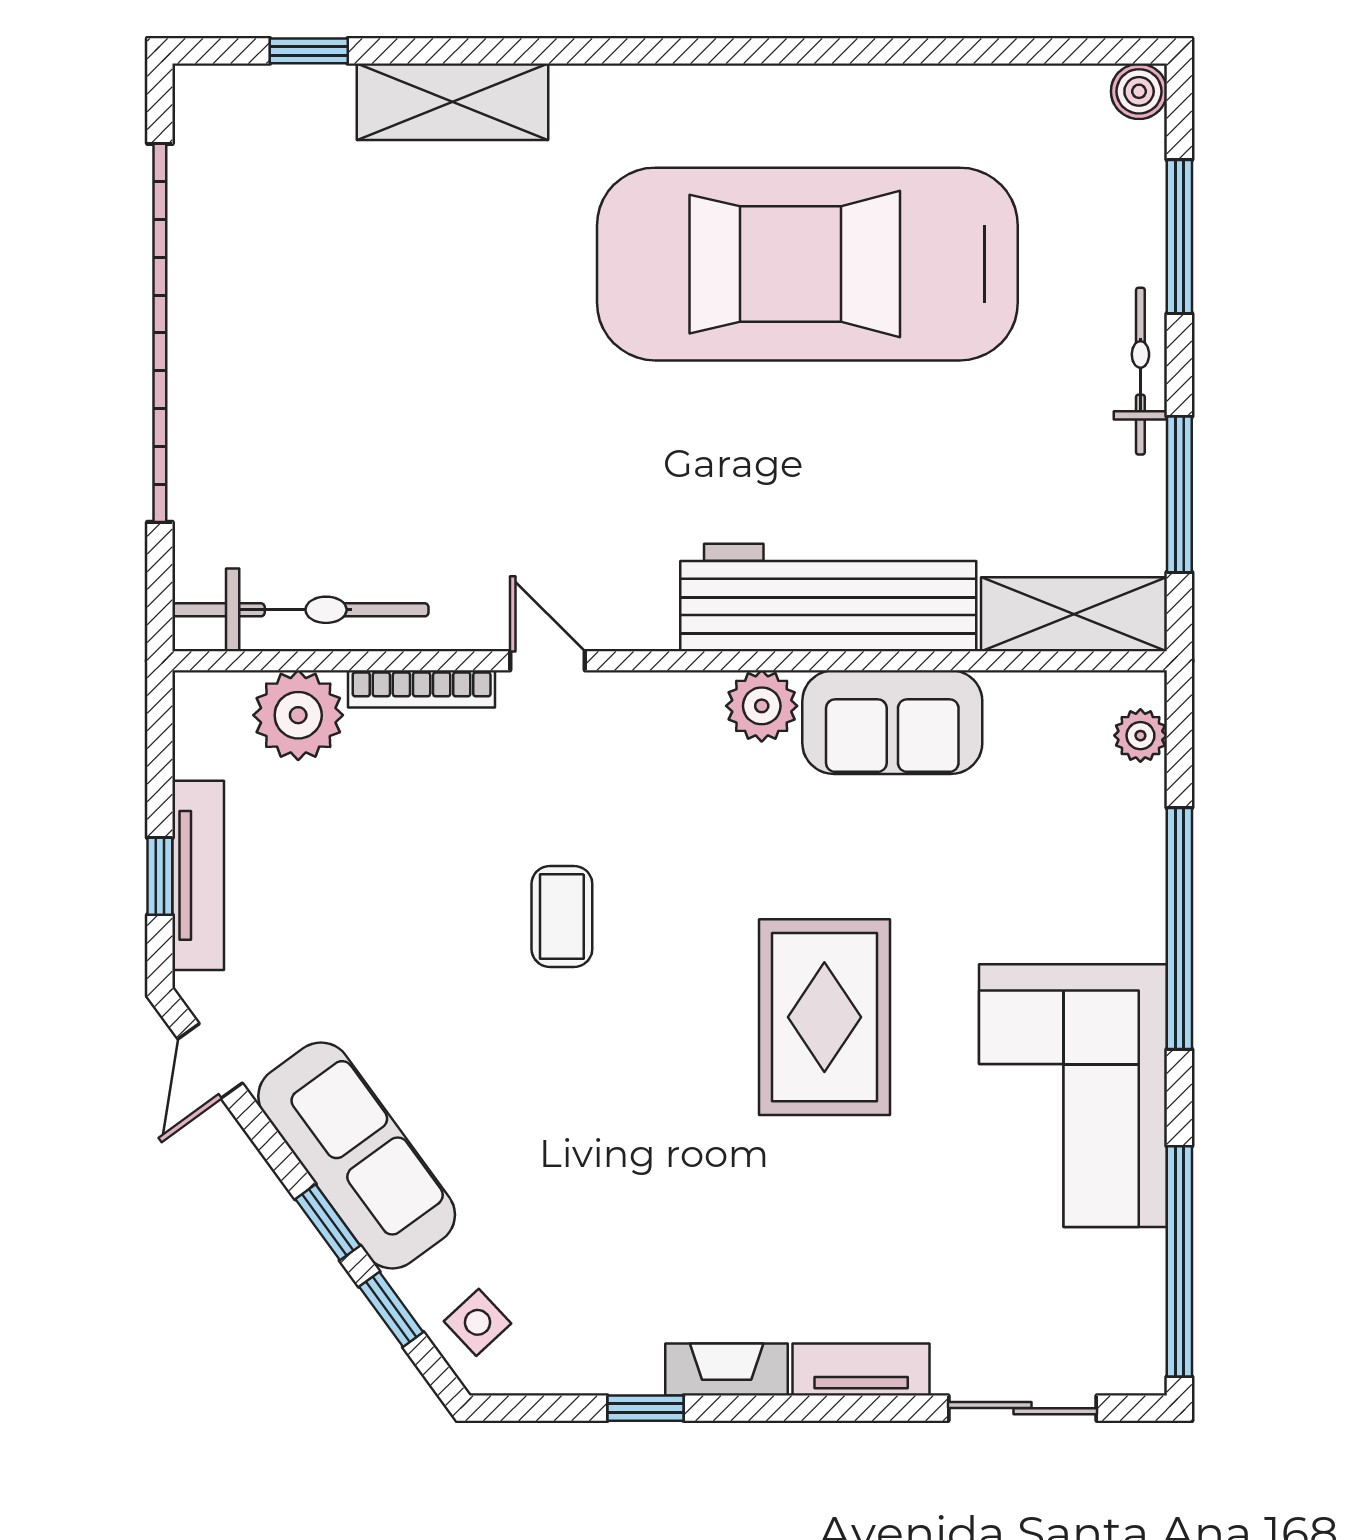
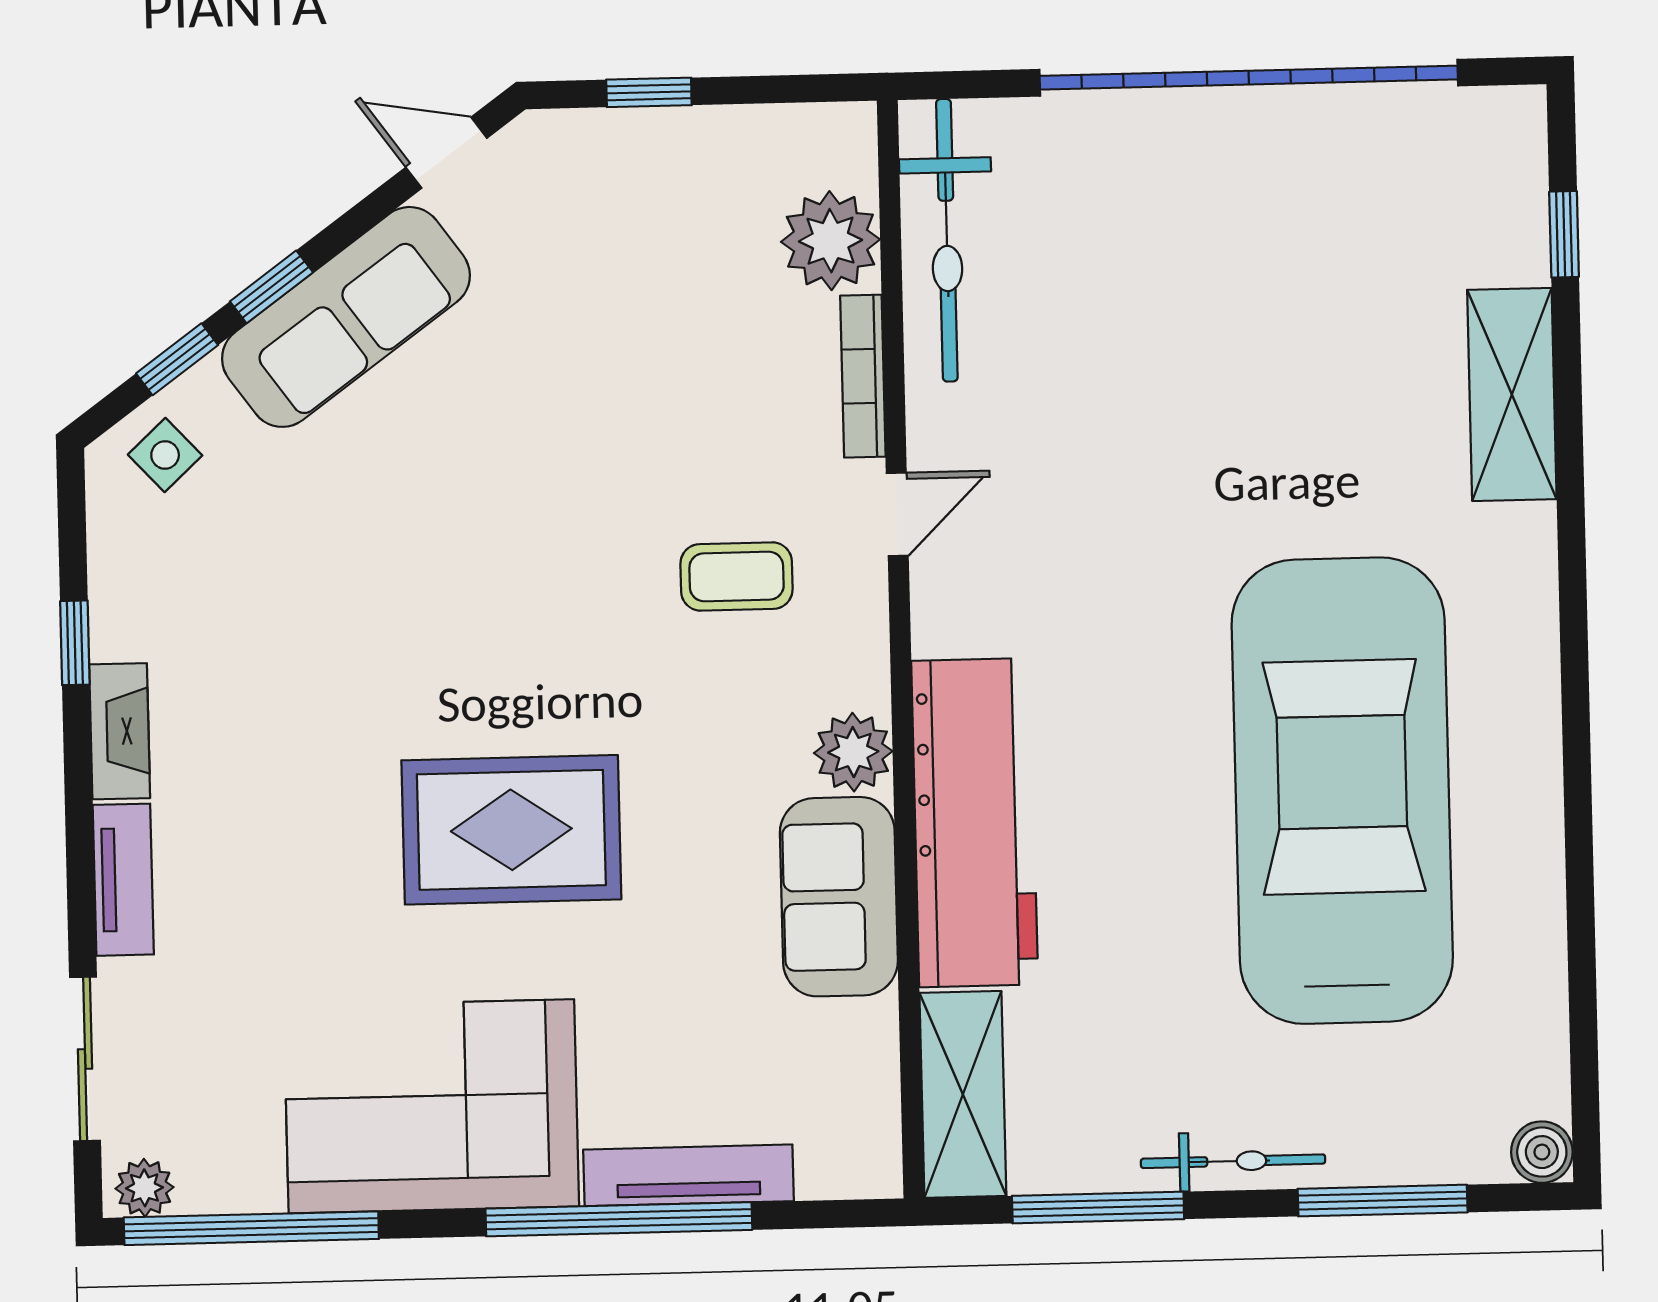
plant: (1140, 736) -> (144, 1188), moved
tv unit: (198, 875) -> (689, 1175), moved, turned 180
coffee table: (562, 916) -> (737, 577), moved

